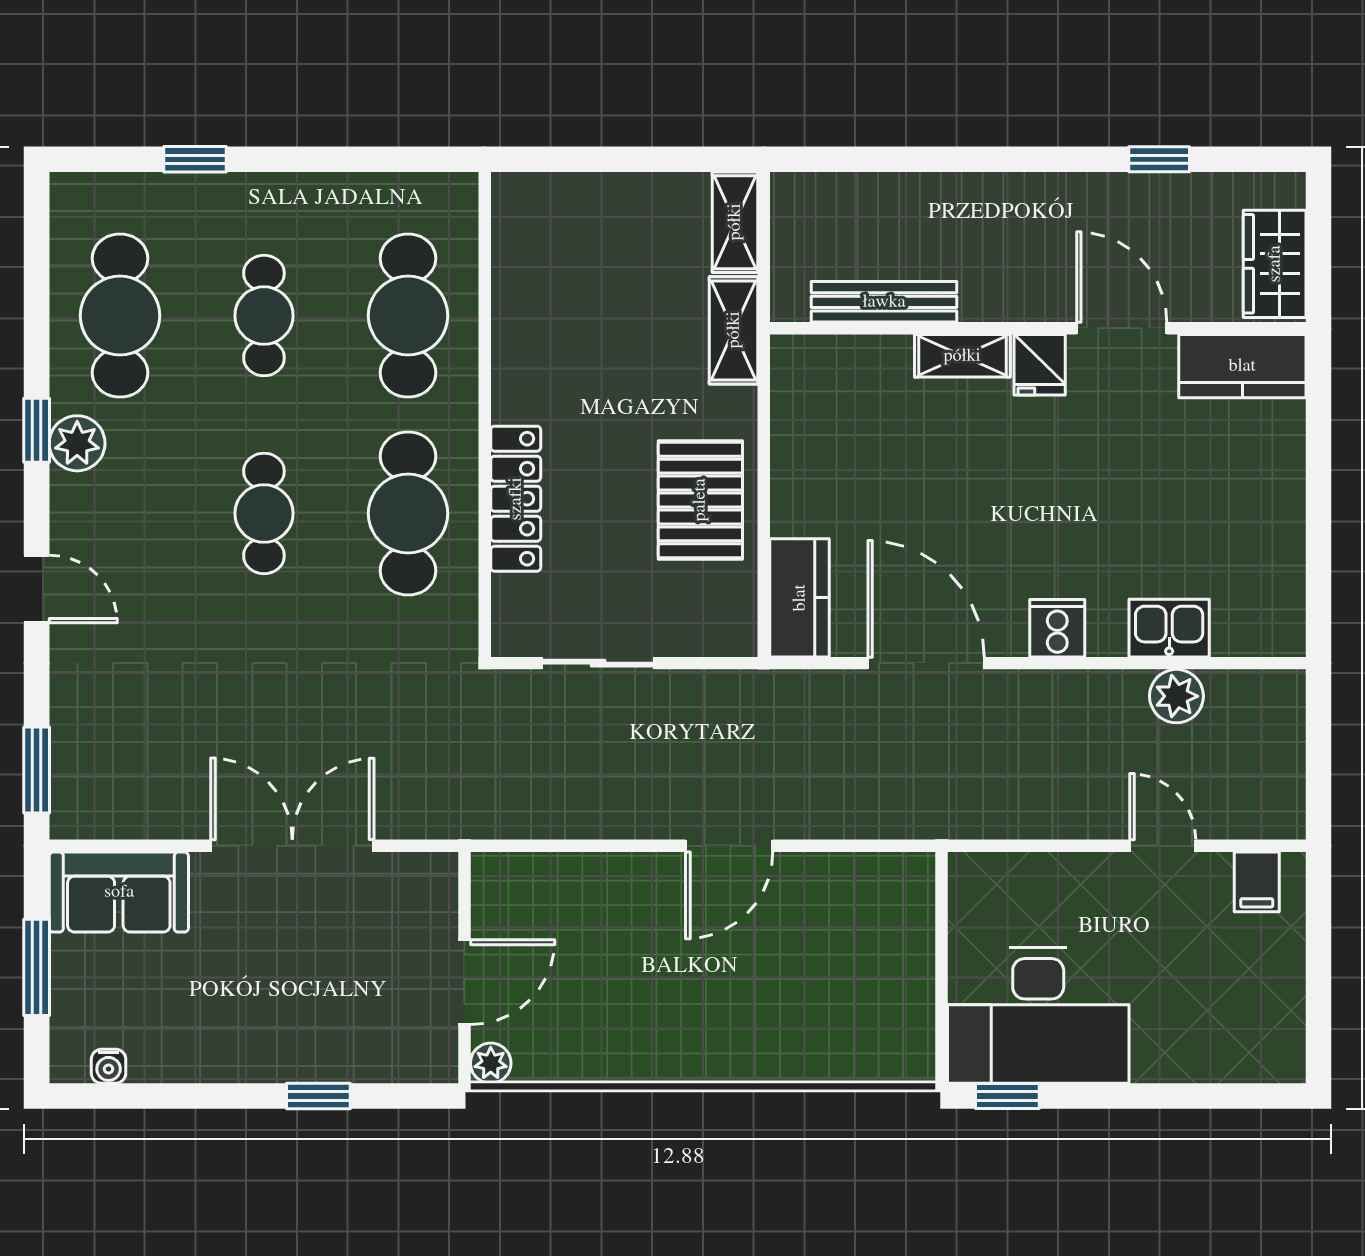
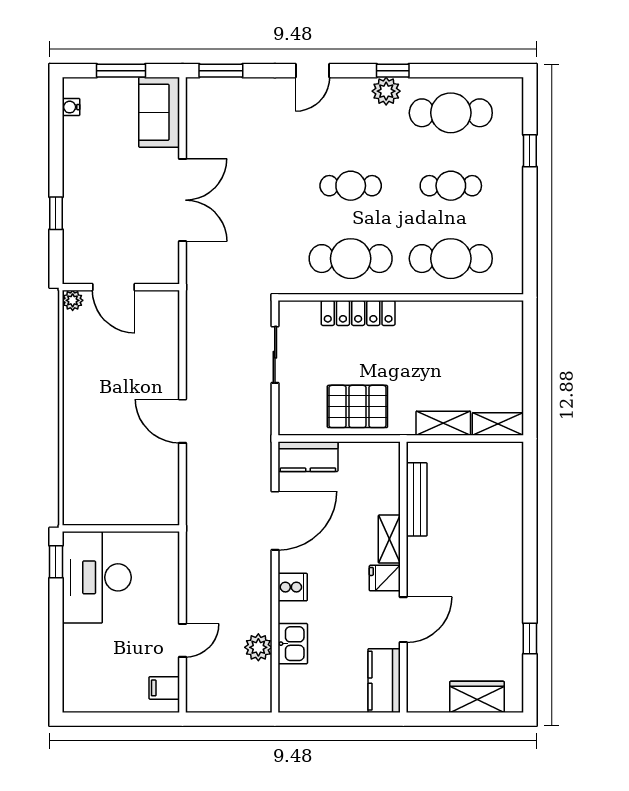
bench: (884, 302) -> (417, 499), moved
wall: (1038, 328) -> (403, 577), moved
door: (1122, 328) -> (403, 620), moved
shelving: (962, 356) -> (389, 539), moved
fridge: (1040, 365) -> (385, 578), moved
kitchen counter: (1242, 366) -> (384, 681), moved

